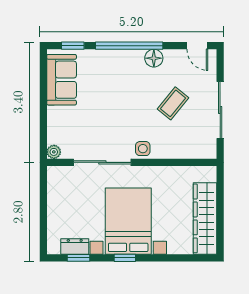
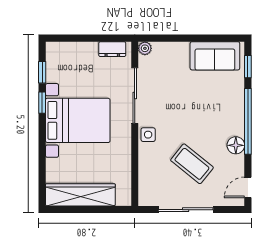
coffee table: (173, 103) -> (192, 164), width x1.36, depth x1.30
dresser: (75, 246) -> (112, 49), moved, turned 90
window: (125, 258) -> (42, 103), moved

